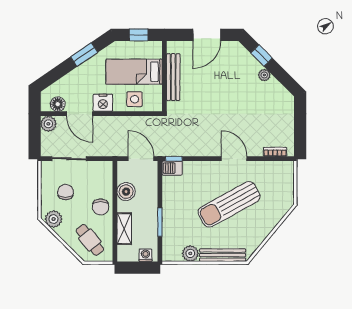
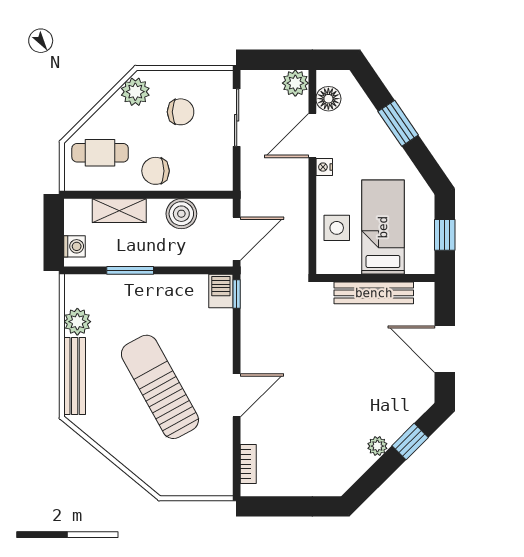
window: (84, 55) -> (398, 123), moved
nightstand: (103, 103) -> (324, 167), width x0.53, depth x0.56
cafe table: (90, 240) -> (100, 153), turned 38

